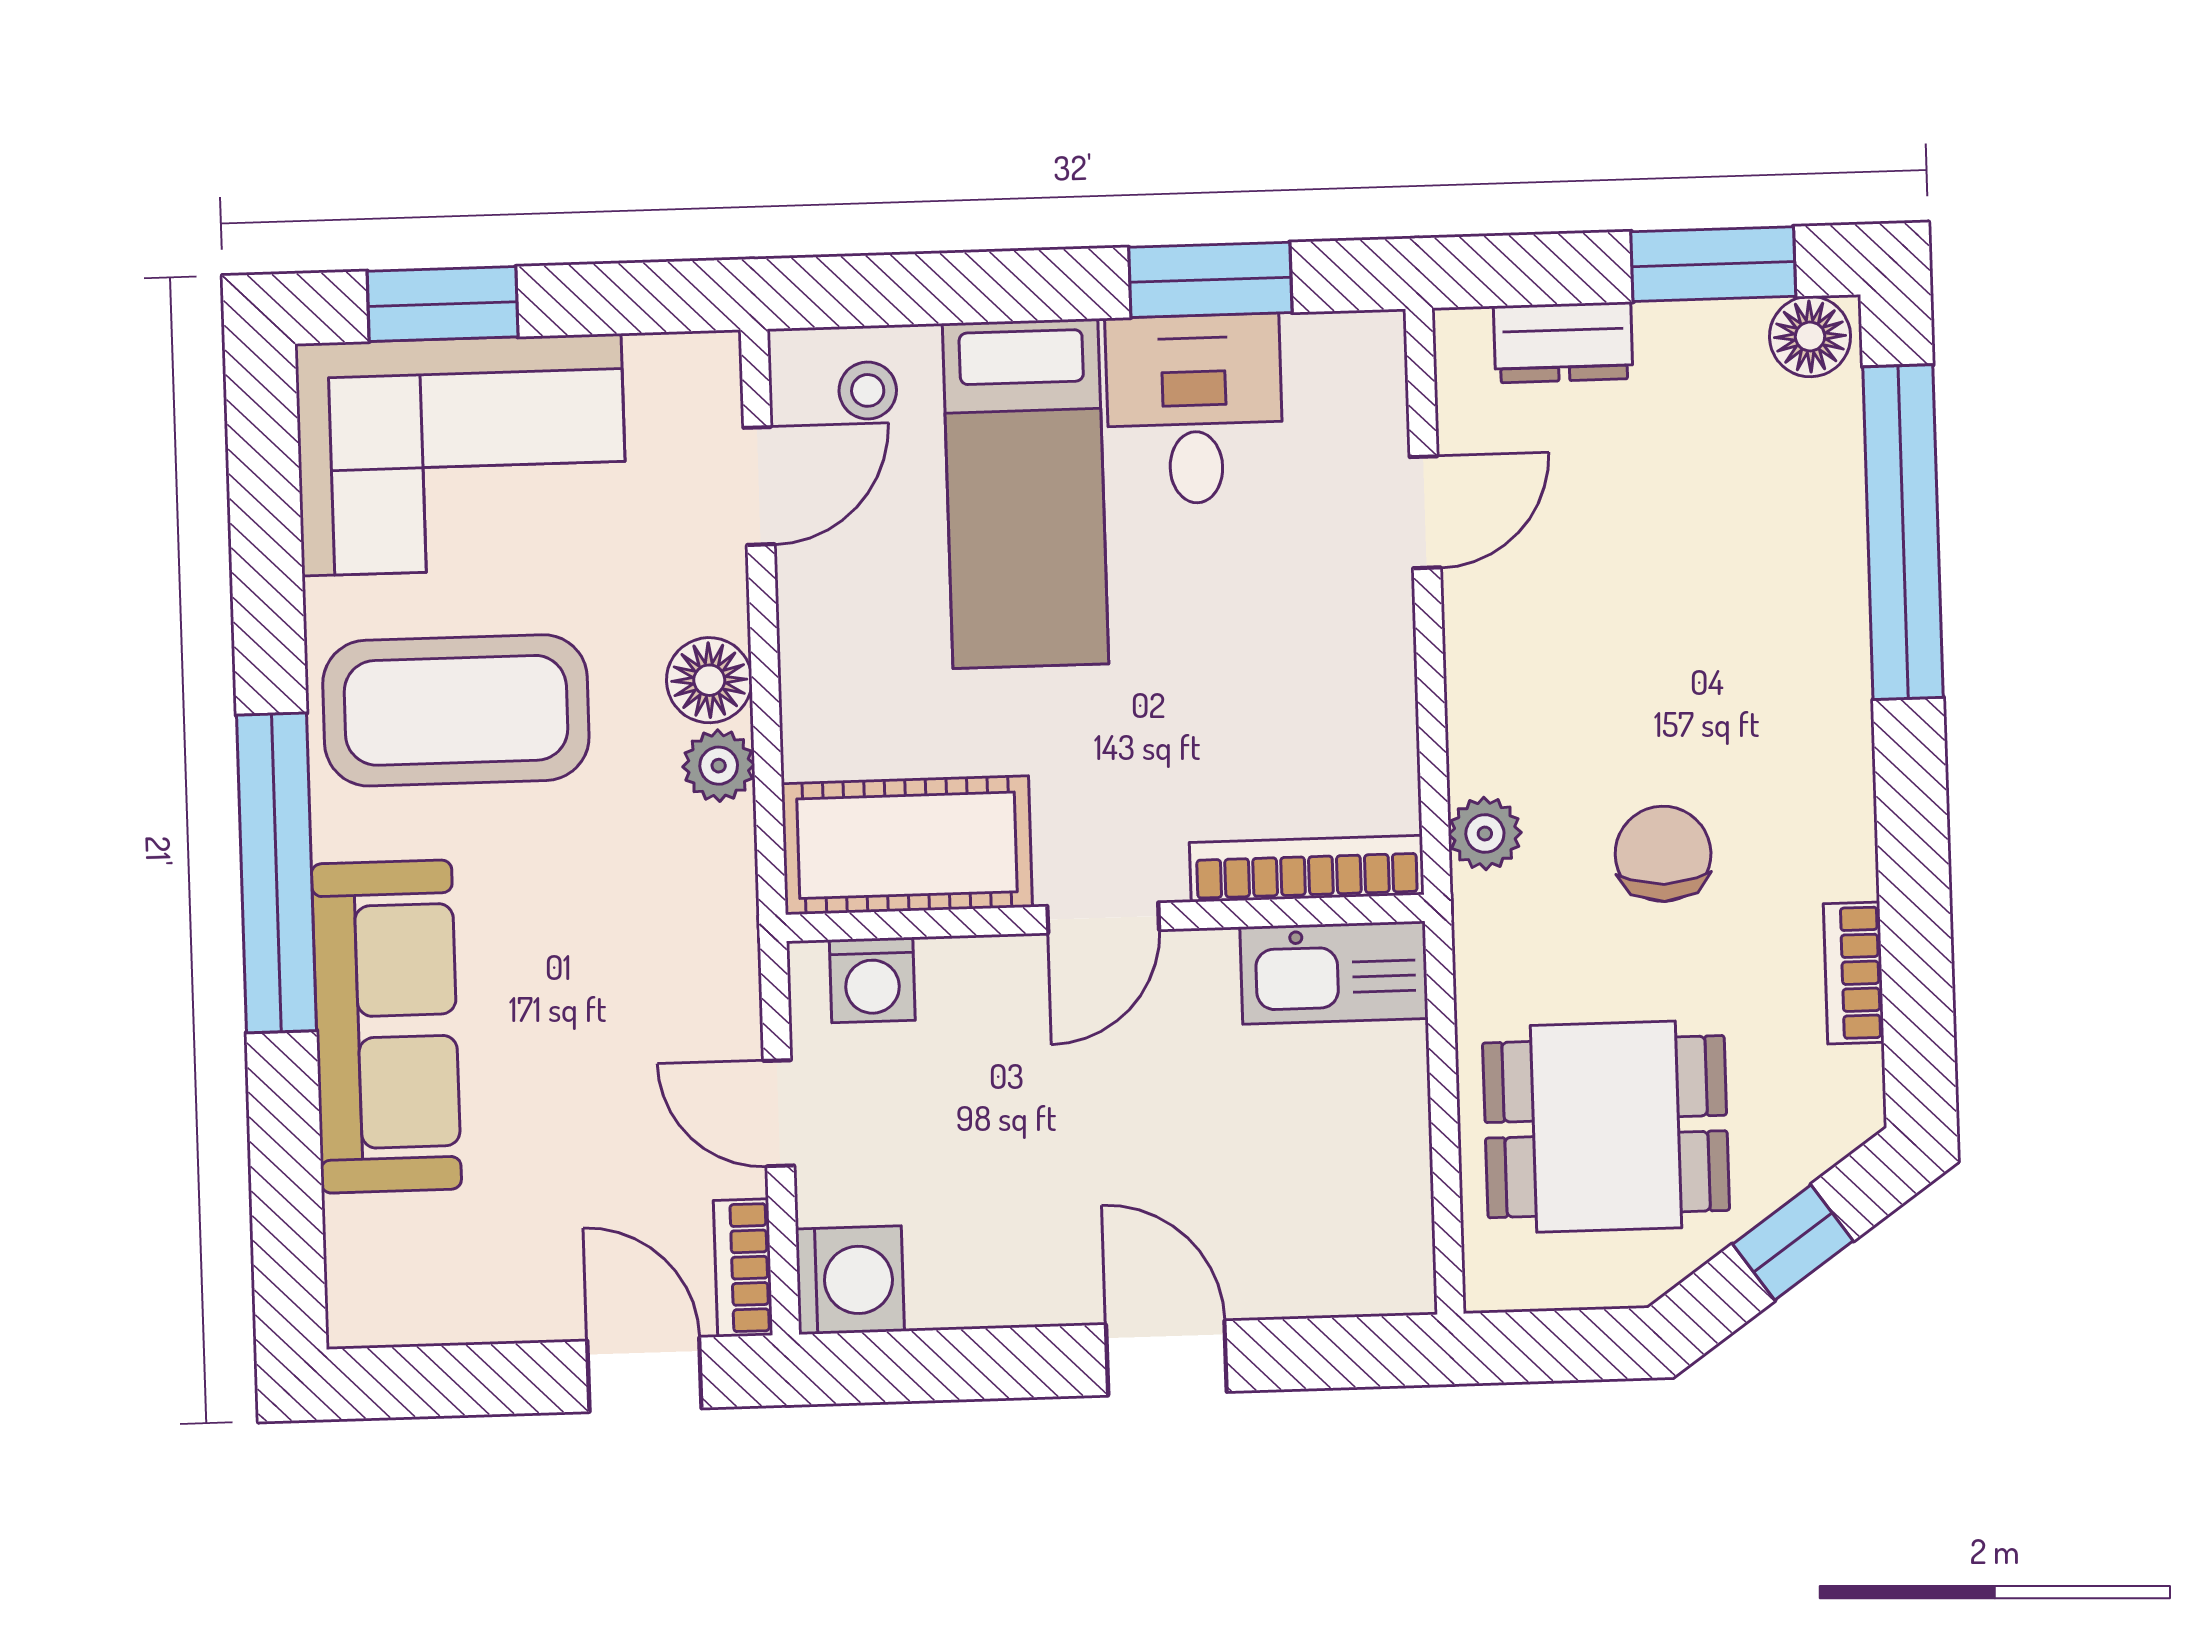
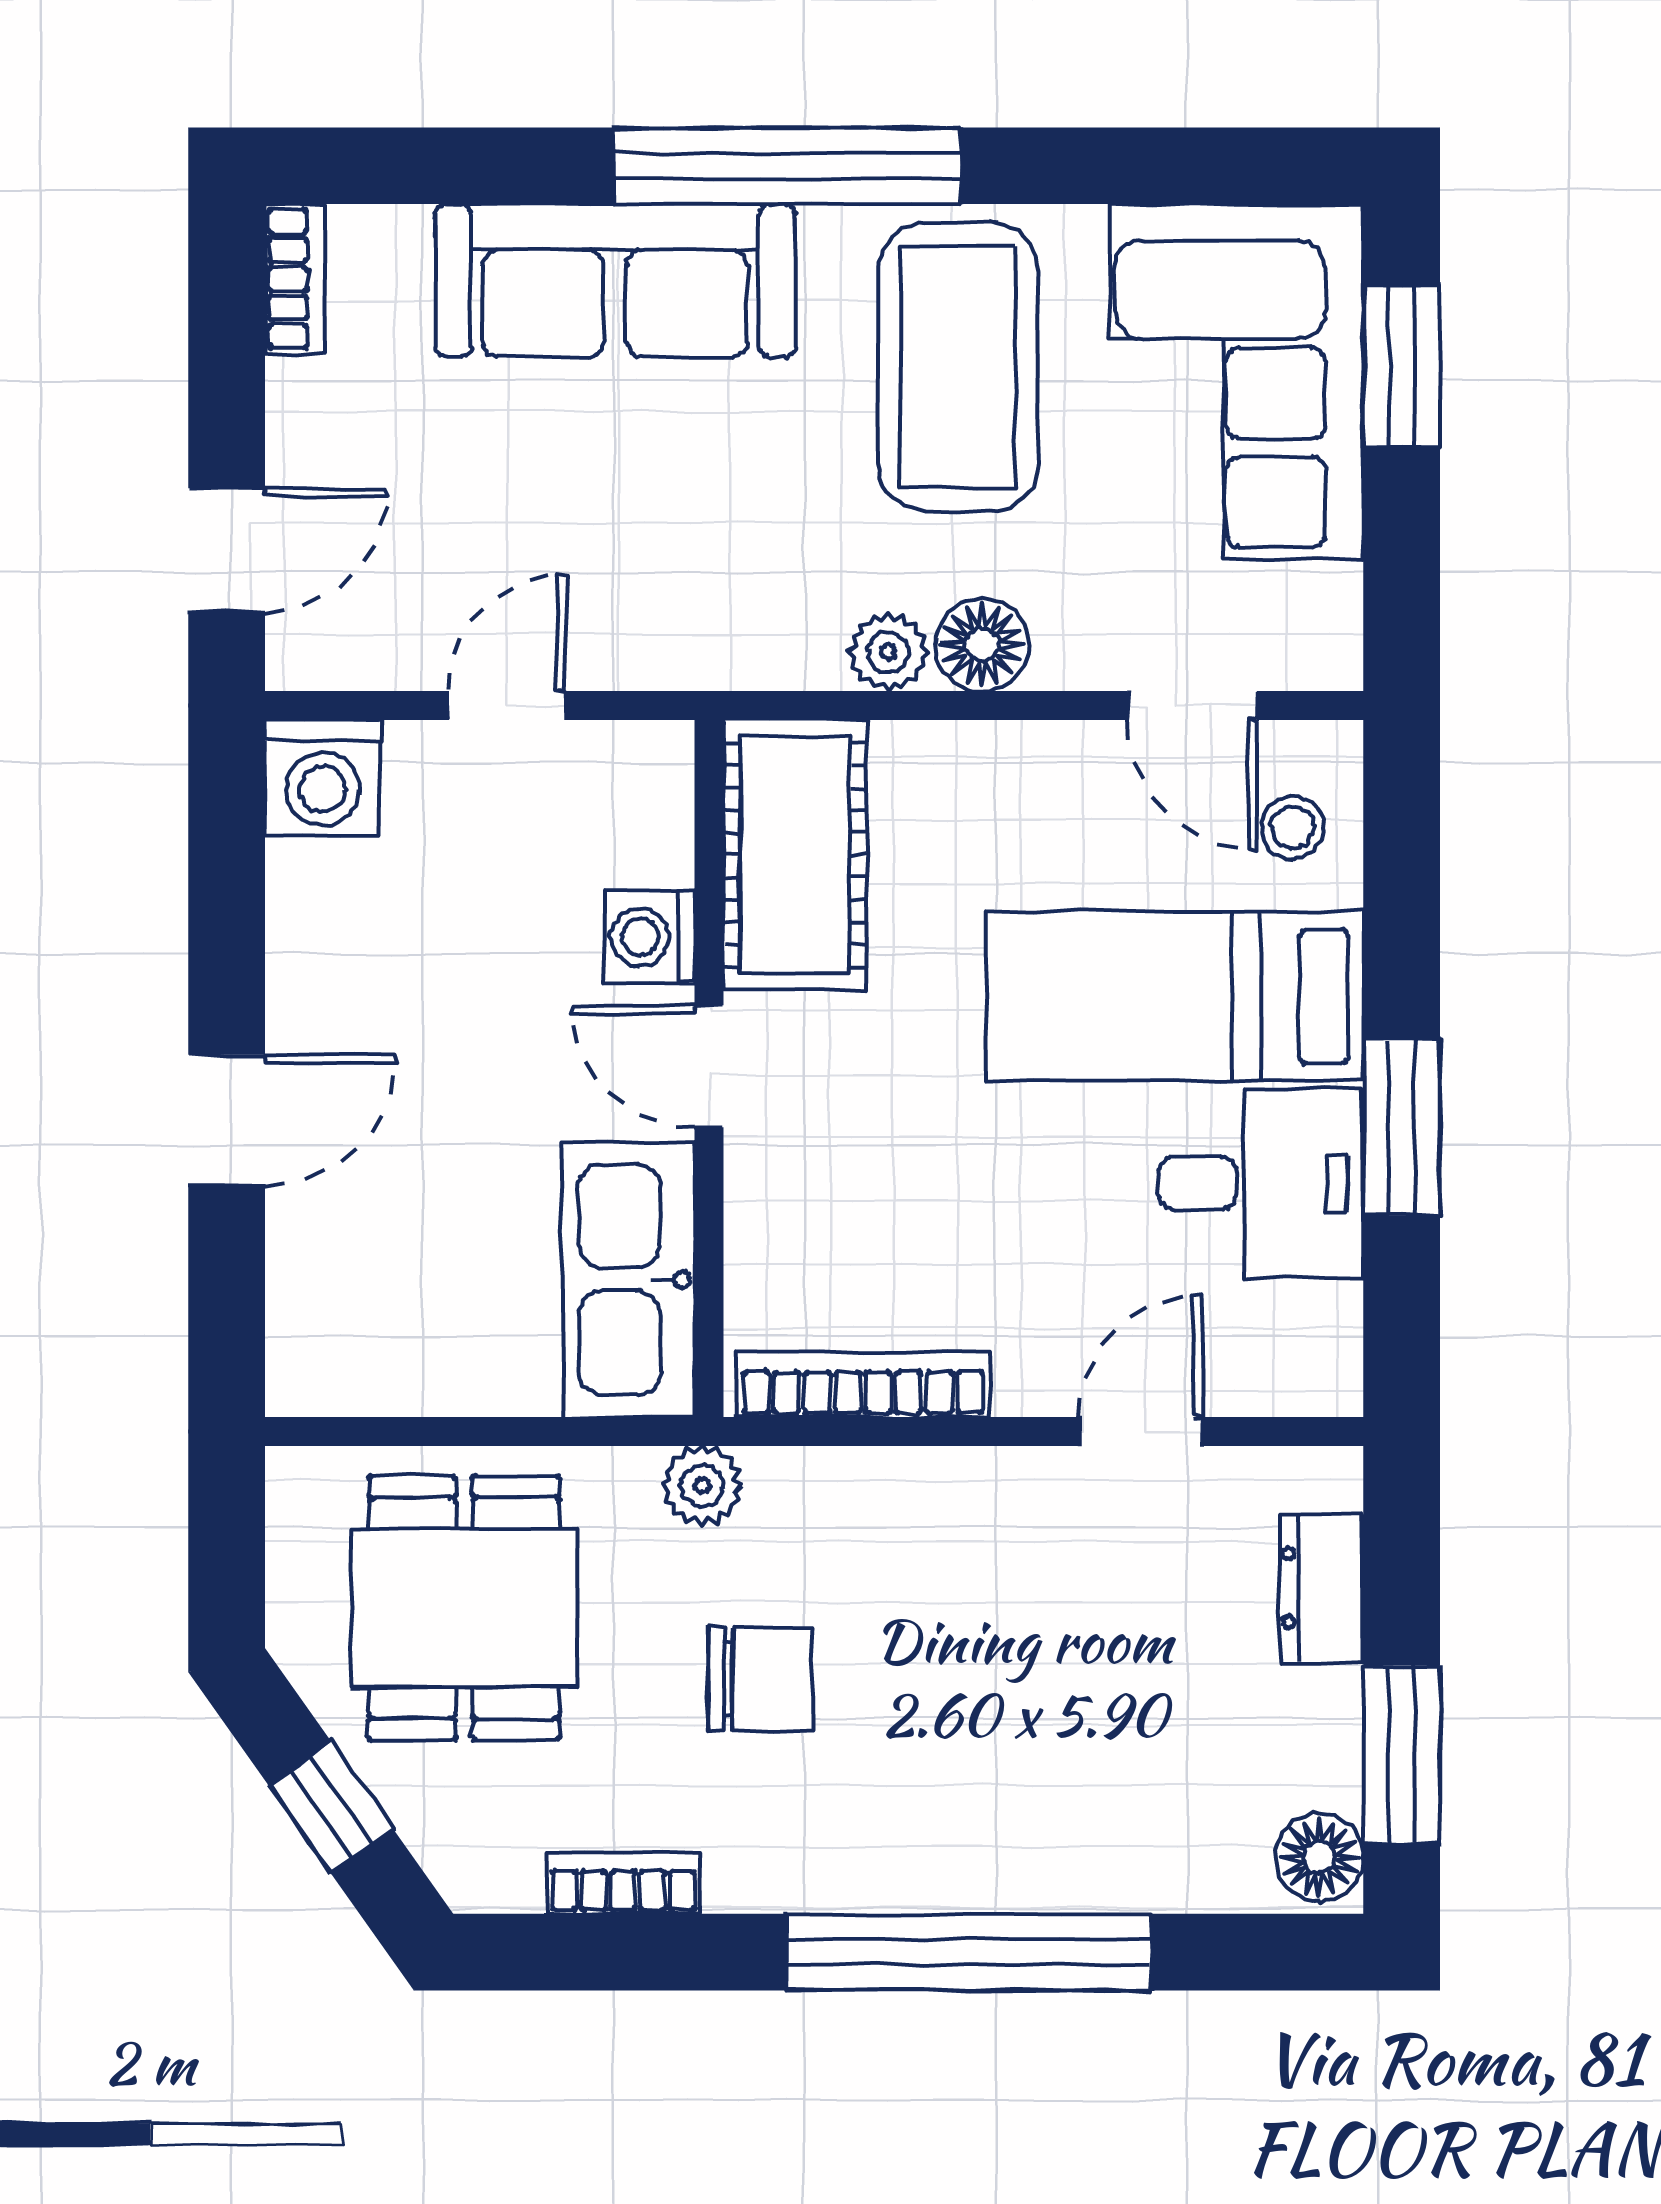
window: (1210, 280) -> (1402, 1127), moved
door: (1425, 512) -> (1141, 1432), swing flipped
window: (1903, 532) -> (969, 1952), moved
plant: (1485, 834) -> (702, 1486), moved
bookcase: (1307, 869) -> (863, 1385), moved, turned -90
kitchen sink: (1334, 973) -> (629, 1279), width x1.36, depth x1.24
washing machine: (872, 980) -> (649, 937), moved
bookcase: (743, 1268) -> (295, 279), moved, turned 90

